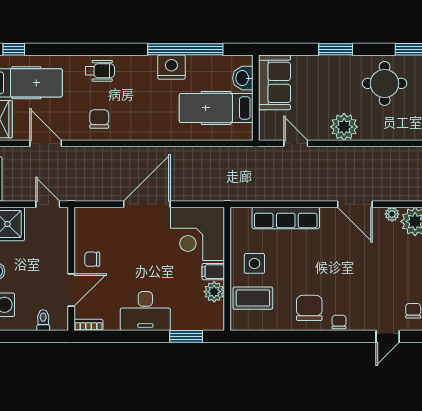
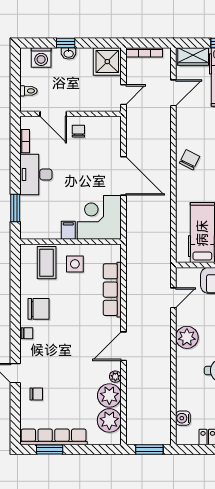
chair: (99, 119) -> (190, 160), moved, turned -63
plant: (214, 292) -> (52, 231), removed
bookcase: (88, 325) -> (25, 141), moved

